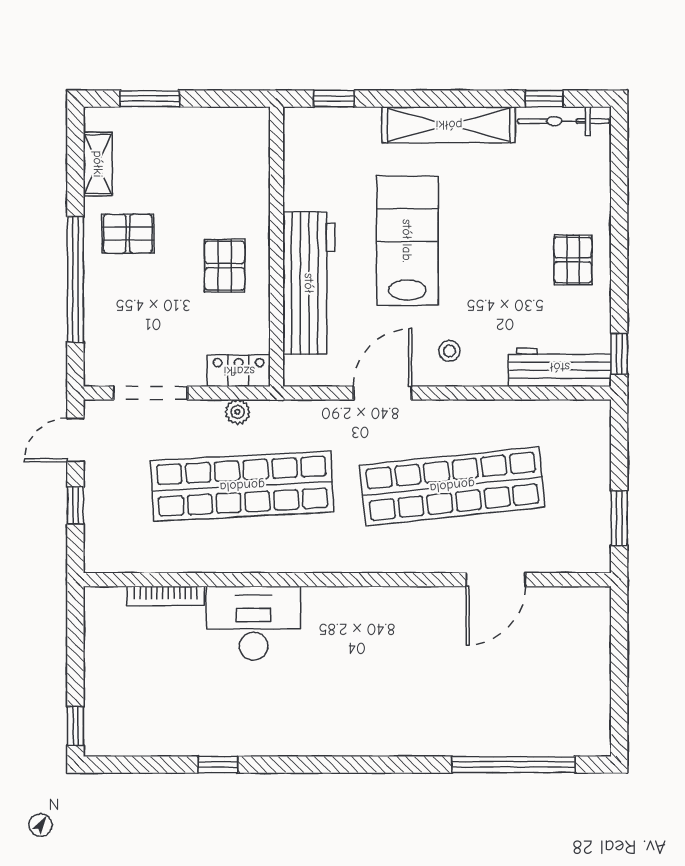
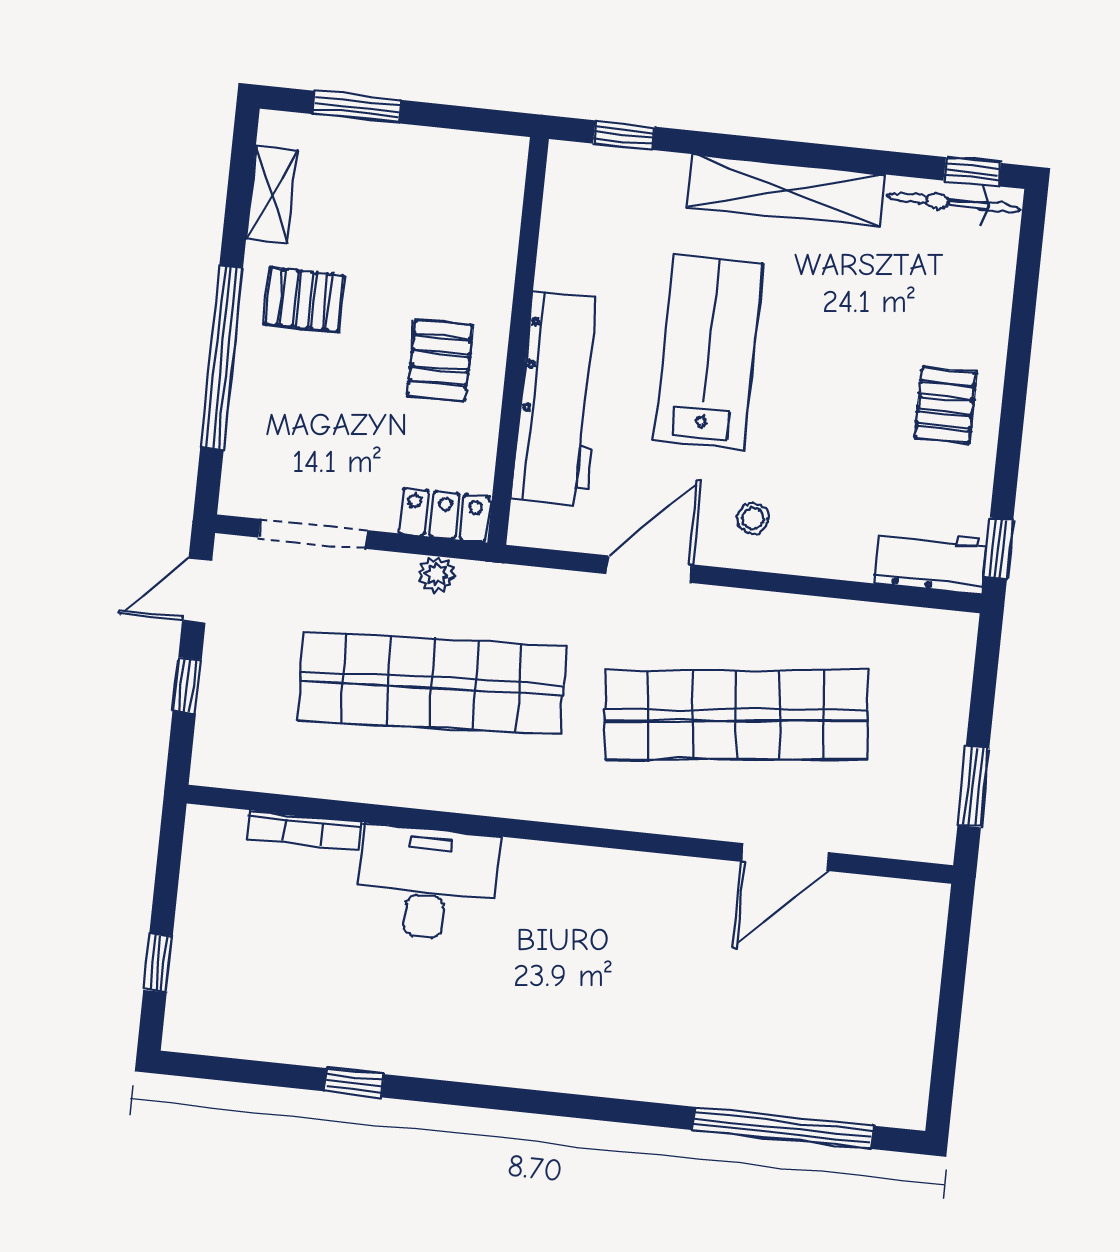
window: (544, 99) -> (972, 172), moved
workbench: (560, 367) -> (931, 561), width x0.73
window: (75, 726) -> (158, 963), moved

